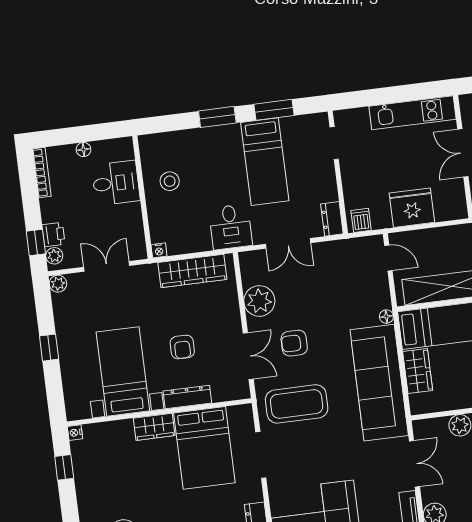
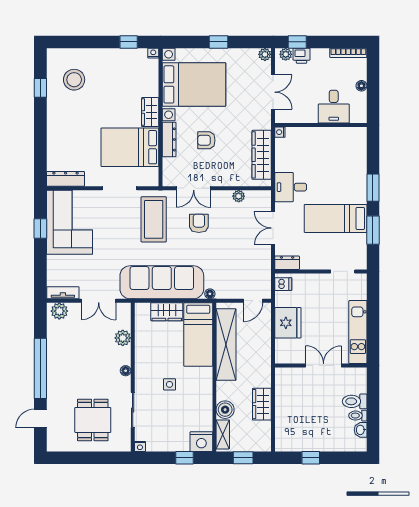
stool: (170, 181) -> (330, 146), removed
plant: (259, 301) -> (239, 196), width x0.53, depth x0.53
bed with nightstands: (123, 371) -> (194, 84), width x1.36

